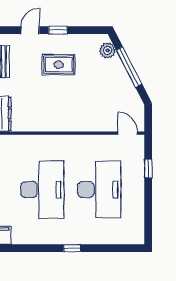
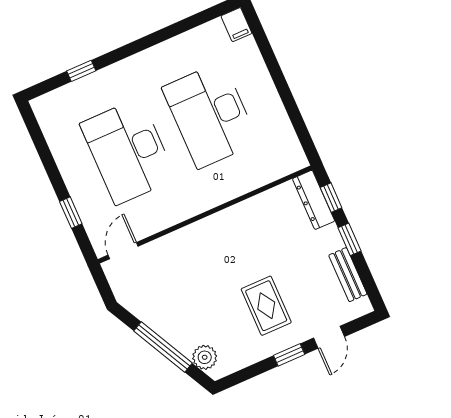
rug: (59, 65) -> (266, 306), turned 90
door: (128, 133) -> (123, 251), swing flipped
window: (72, 248) -> (81, 71), moved

